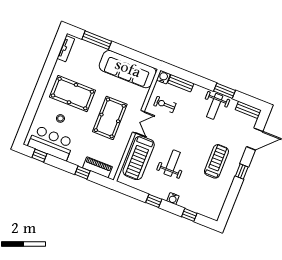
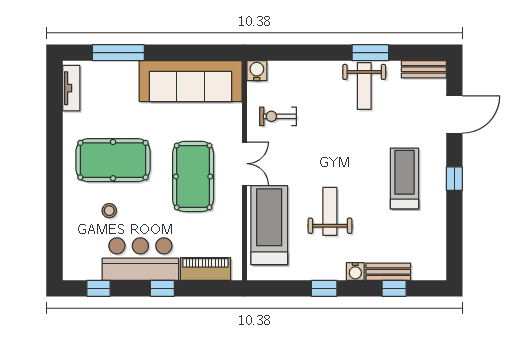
bench: (181, 83) -> (388, 272), moved
bar counter: (51, 143) -> (140, 259), moved
treadmill: (139, 158) -> (269, 225), turned 180
window: (82, 173) -> (162, 288), moved

